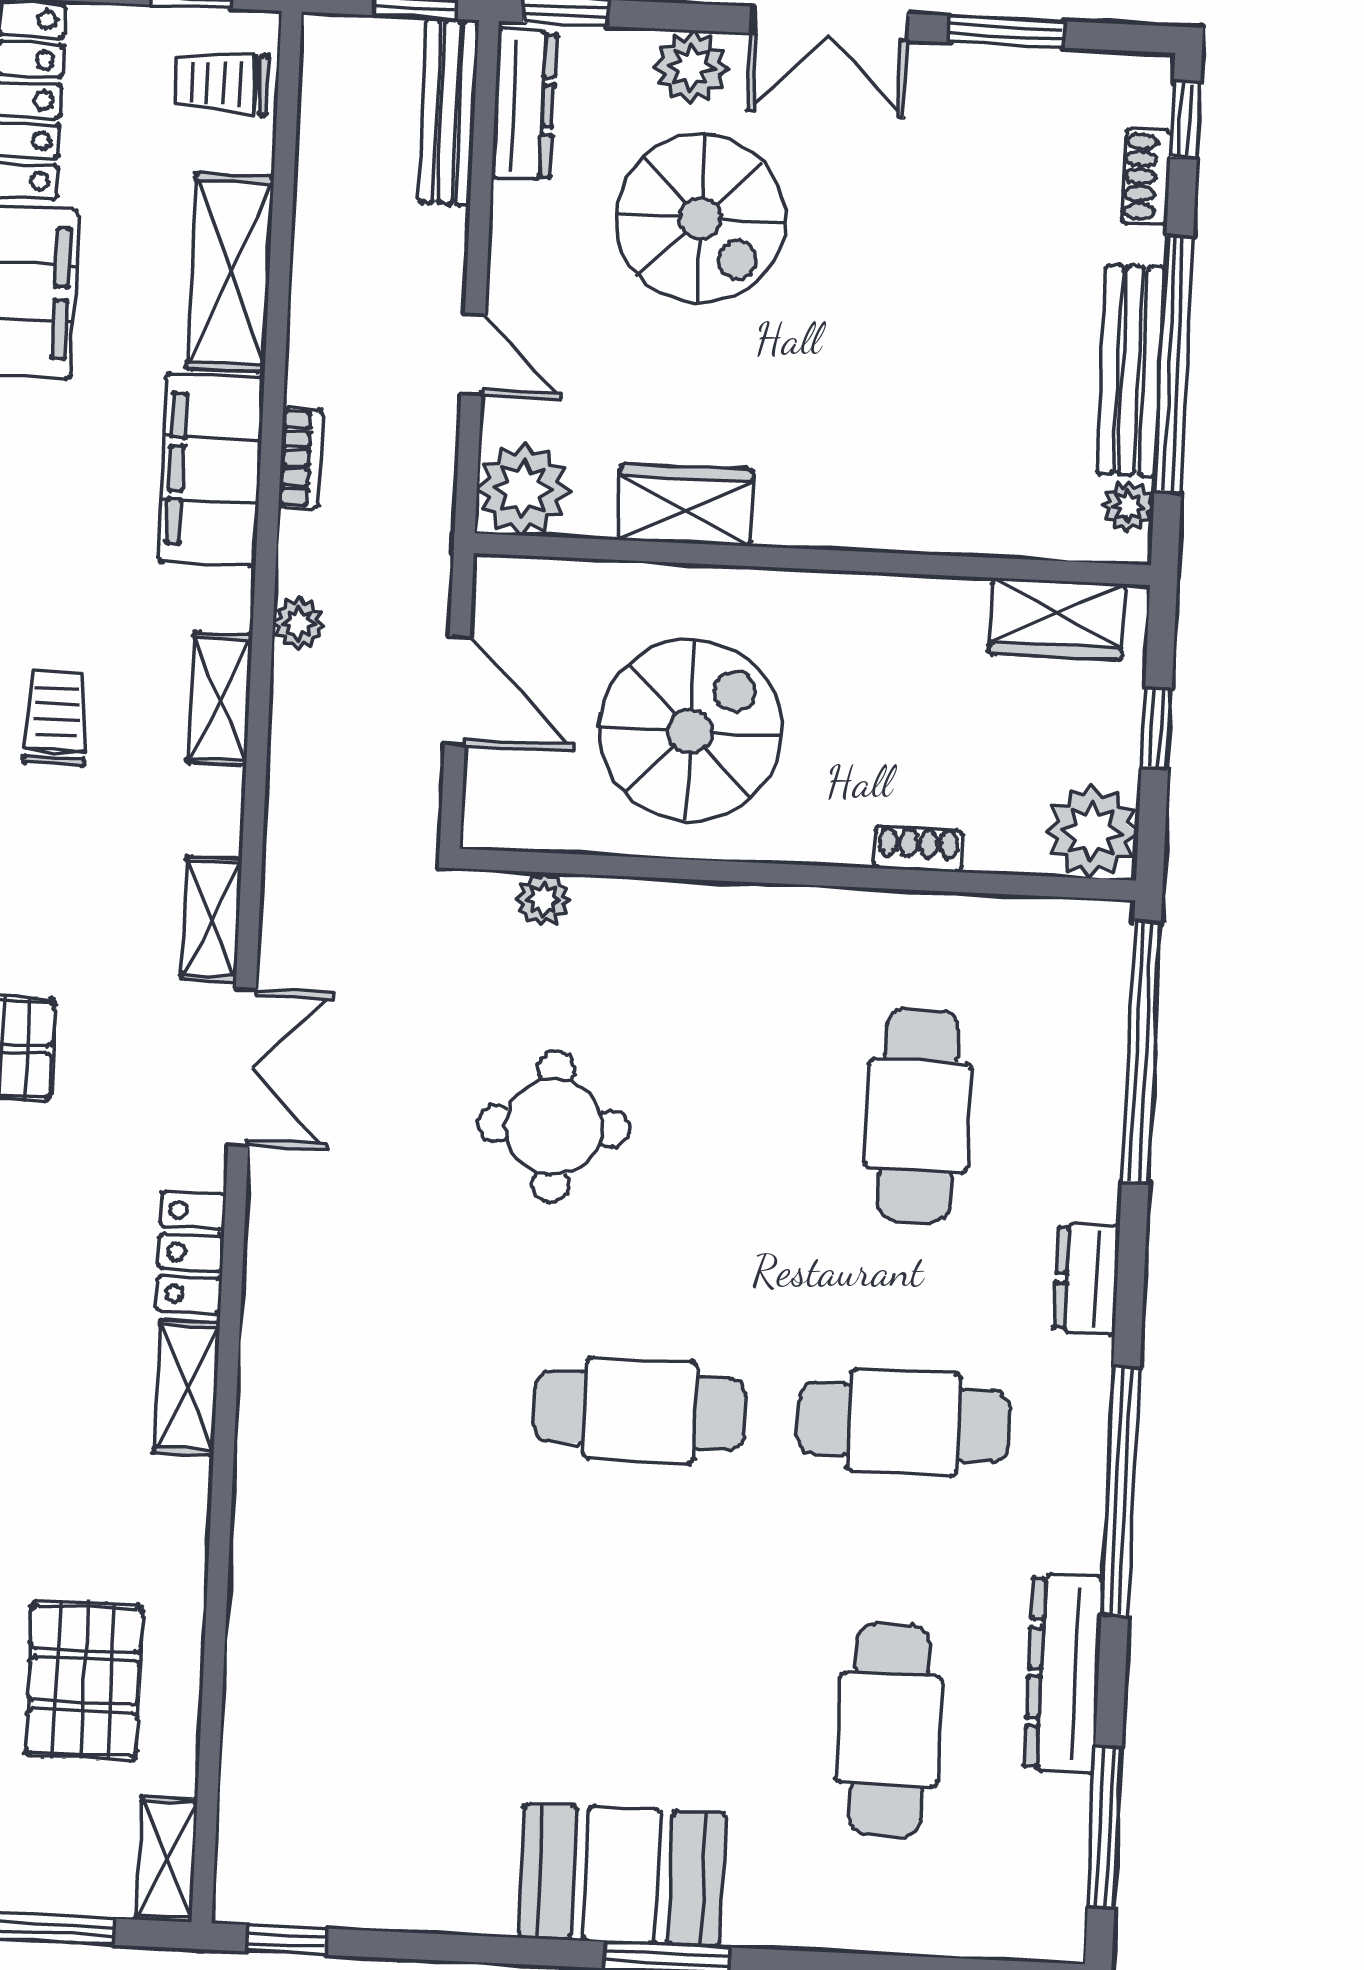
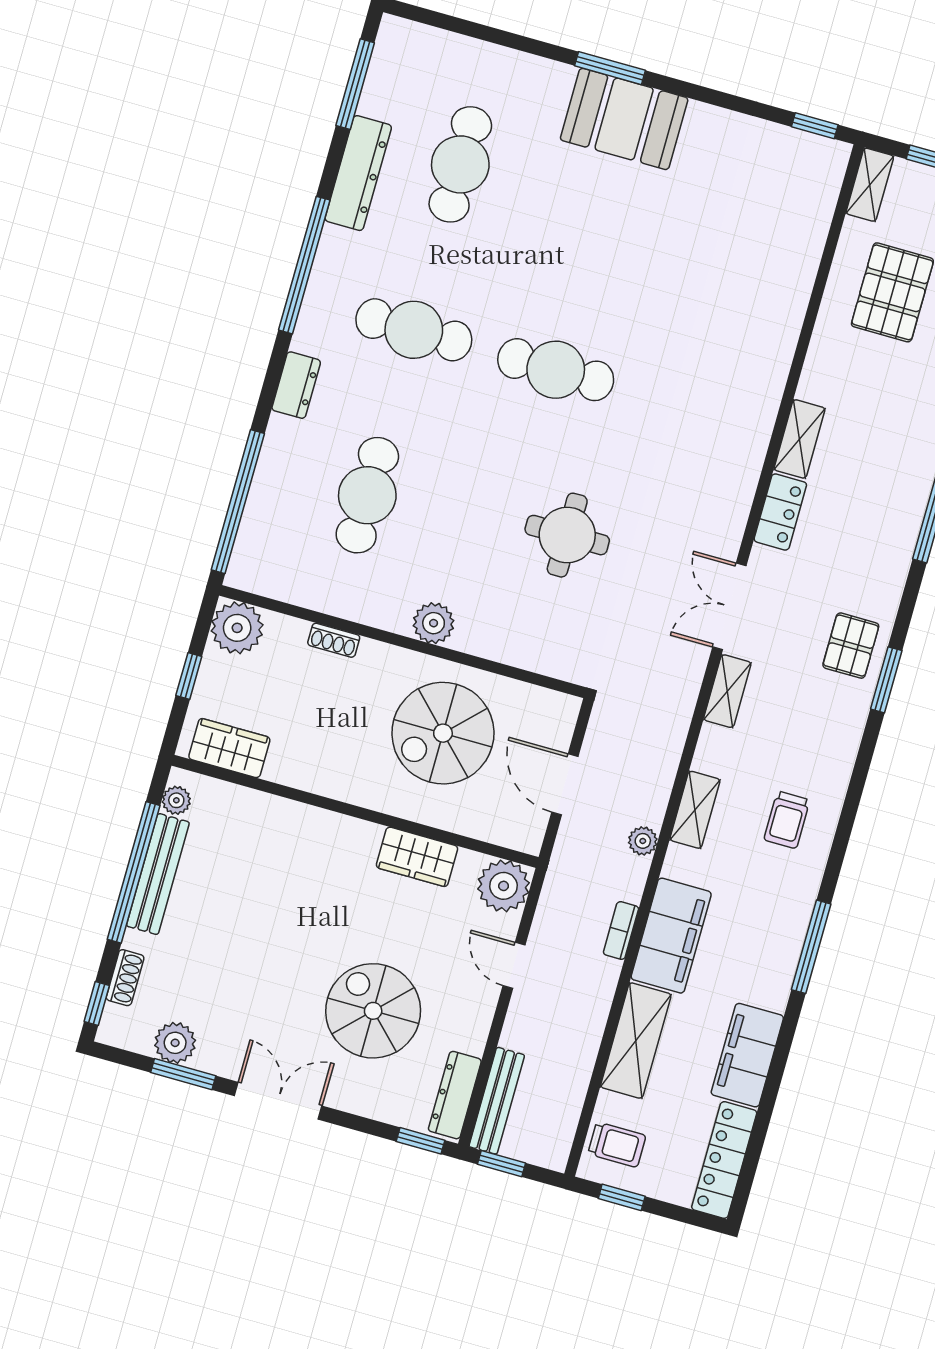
plant: (691, 67) -> (175, 1043), moved
plant: (543, 899) -> (434, 623), moved, width x1.38, depth x1.38

